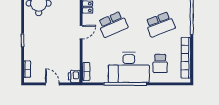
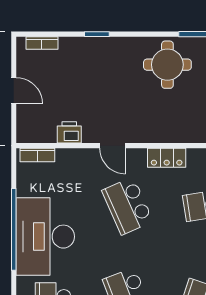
printer: (74, 76) -> (69, 132), moved
door: (52, 84) -> (14, 91), hinge flipped

